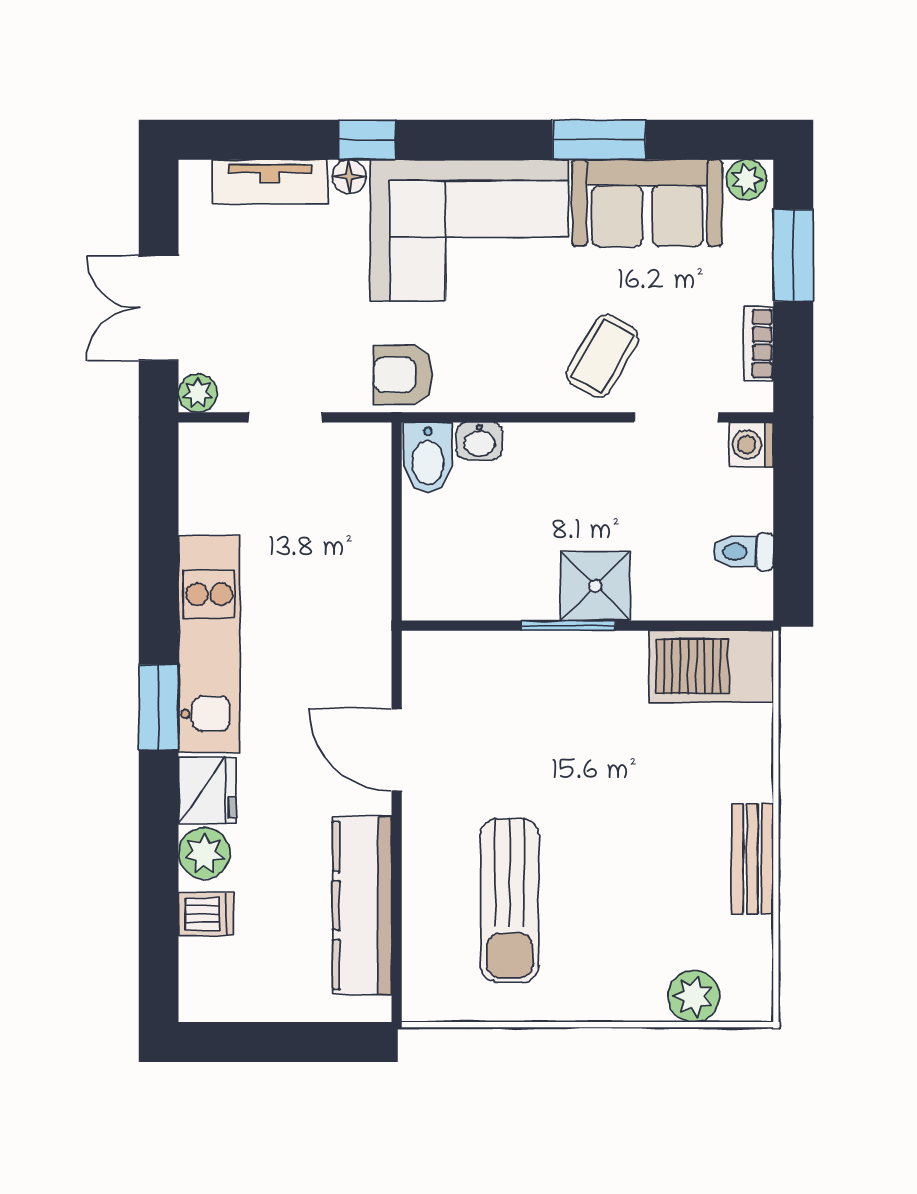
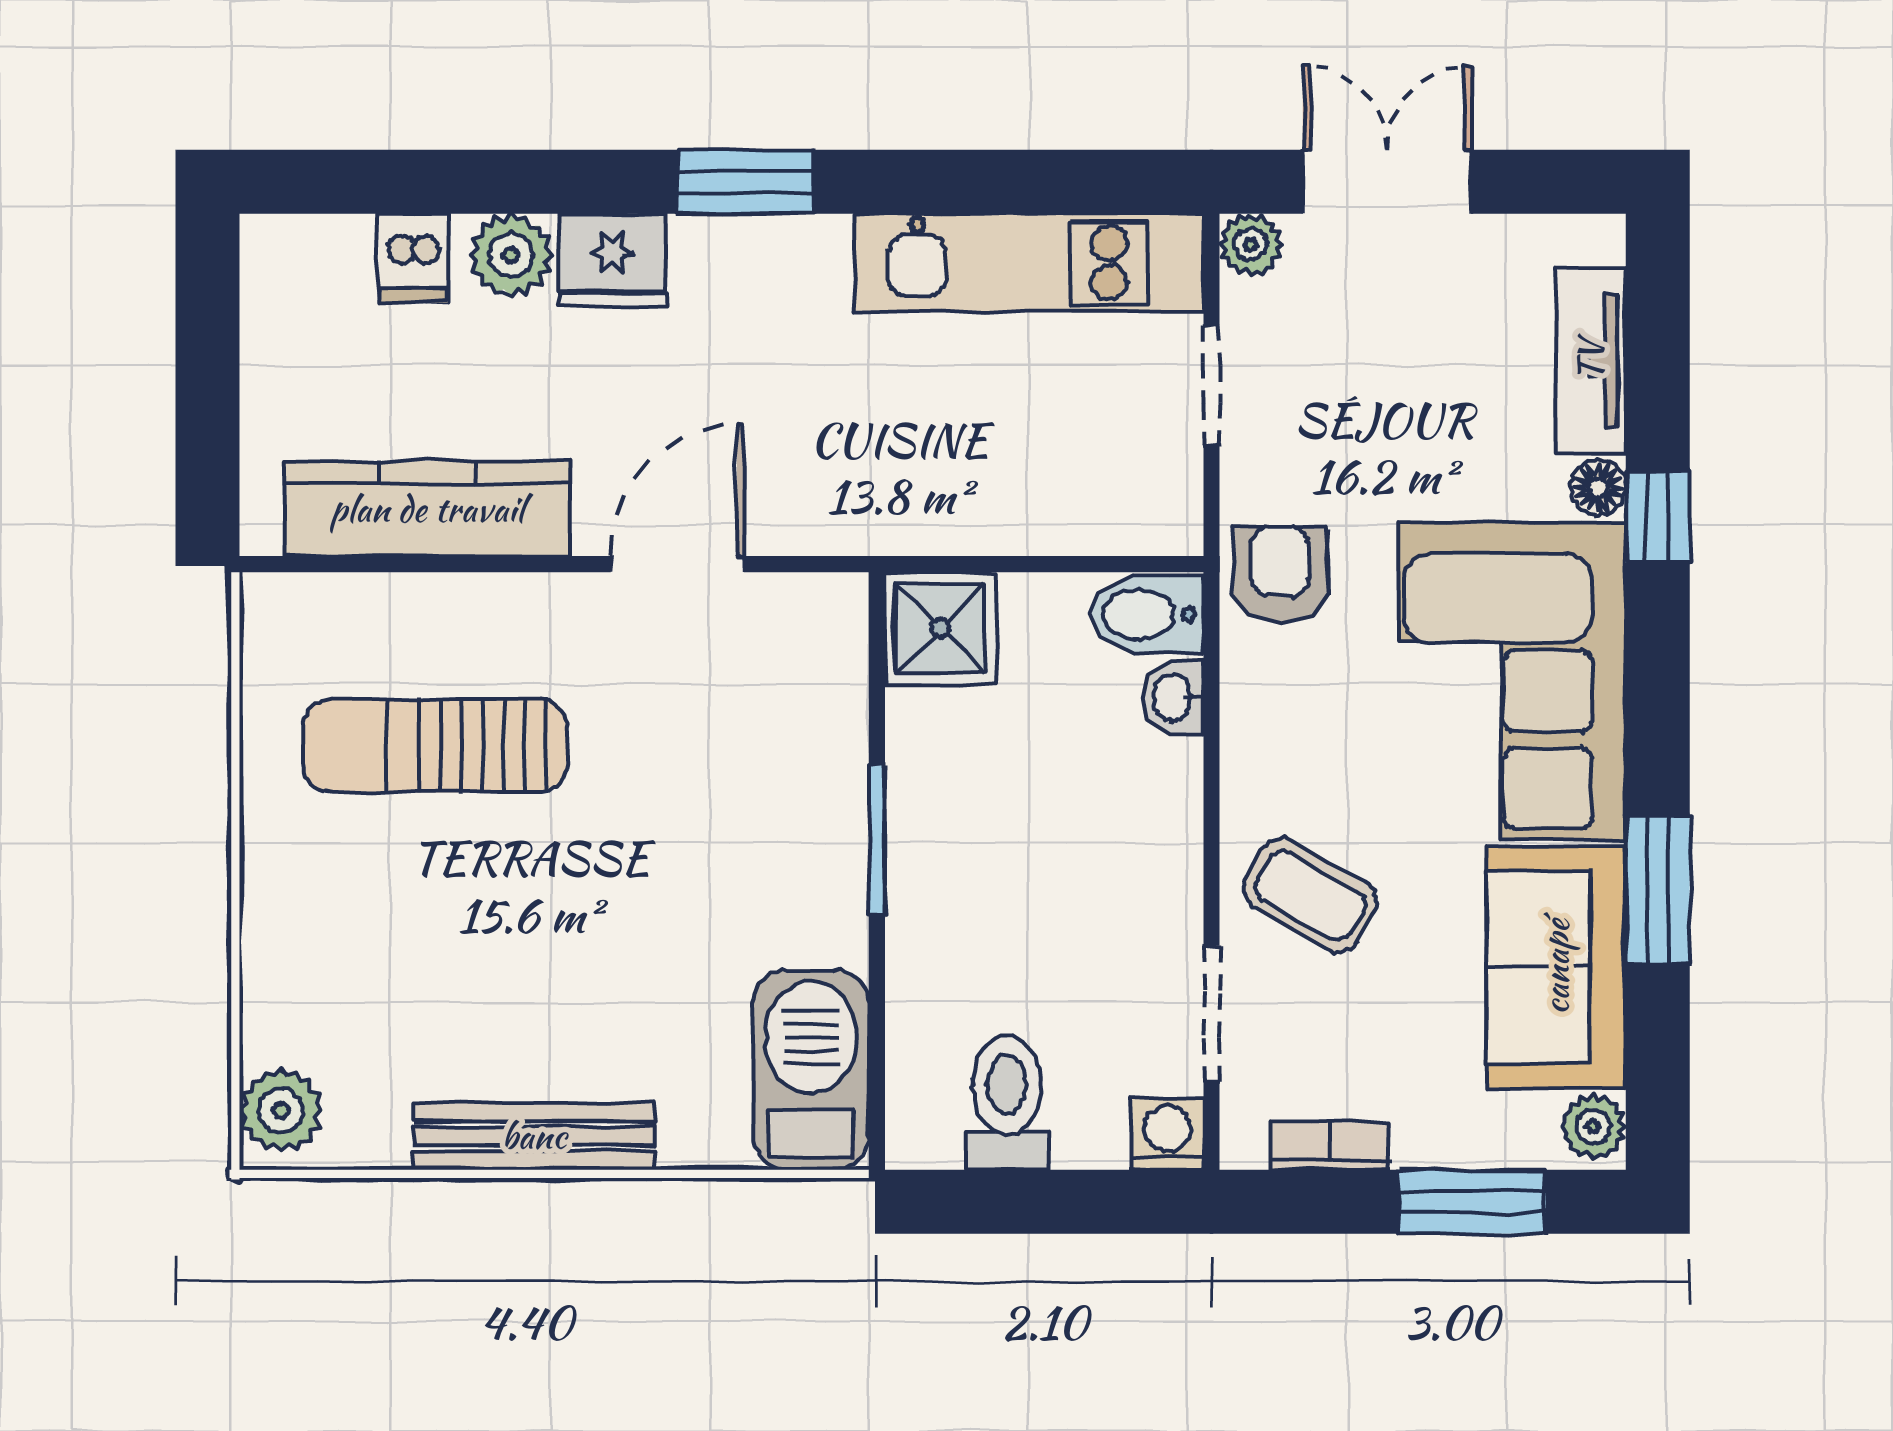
toilet: (743, 552) -> (1007, 1103), width x1.37, depth x1.39
shower: (595, 586) -> (940, 628), moved
kitchen unit: (209, 644) -> (1029, 263), moved
bench: (752, 859) -> (534, 1136), width x1.36
plant: (694, 996) -> (281, 1110), moved

